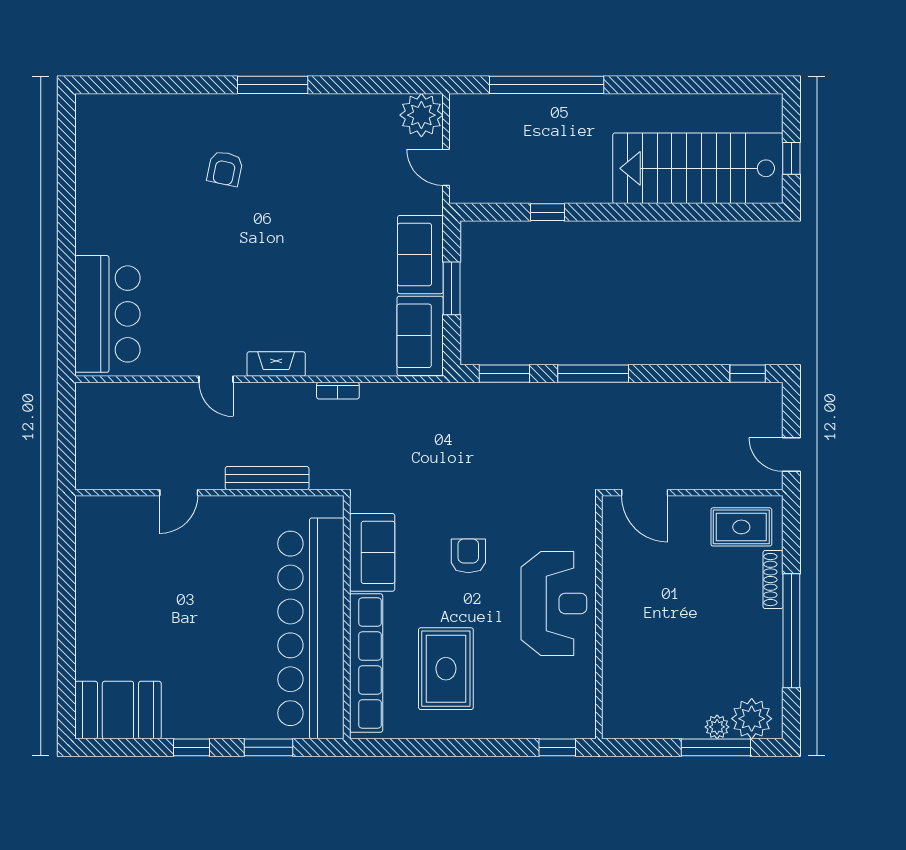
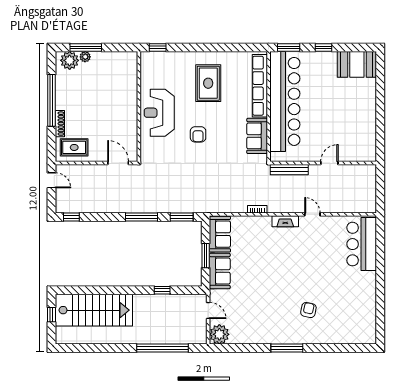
sofa: (372, 552) -> (257, 136), moved
wall: (347, 617) -> (269, 107), moved
bar counter: (311, 628) -> (285, 101), moved
row of seats: (366, 663) -> (260, 86), moved

